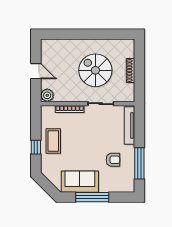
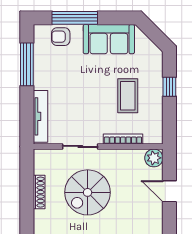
spiral stairs: (95, 70) -> (88, 192), turned 90
coffee table: (53, 141) -> (128, 96), moved
armchair: (113, 160) -> (61, 37), moved
window: (92, 197) -> (75, 18), moved

